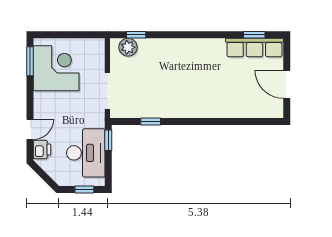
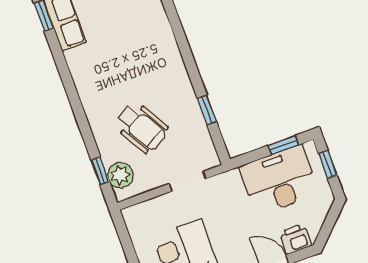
wheelchair: (155, 73) -> (141, 127), added
doorway: (107, 91) -> (187, 181), width x0.73
window: (108, 140) -> (284, 145), moved

